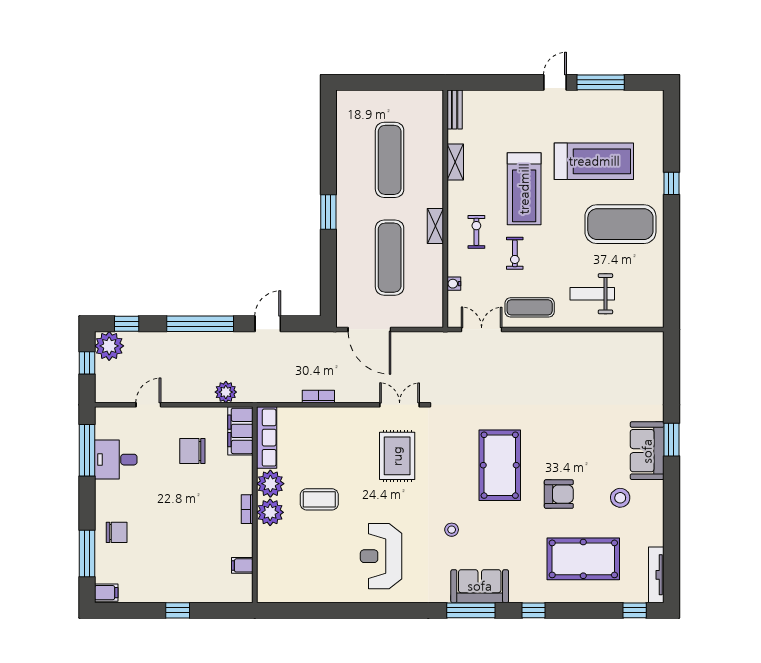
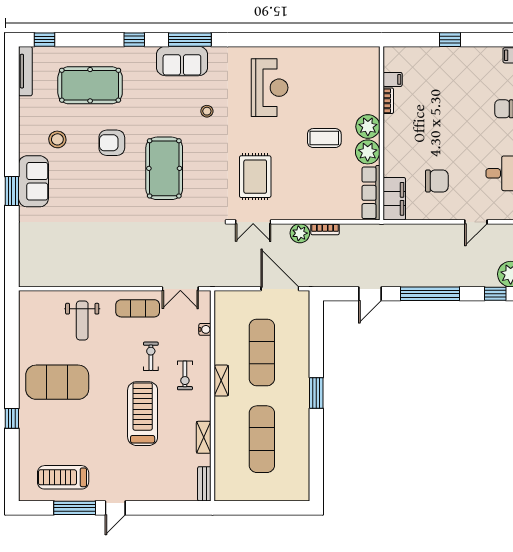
treadmill: (594, 161) -> (63, 477), moved, width x0.73, depth x0.73
weight bench: (592, 294) -> (82, 320), turned 90
plant: (226, 392) -> (300, 233), moved
bookcase: (247, 509) -> (388, 101), moved

